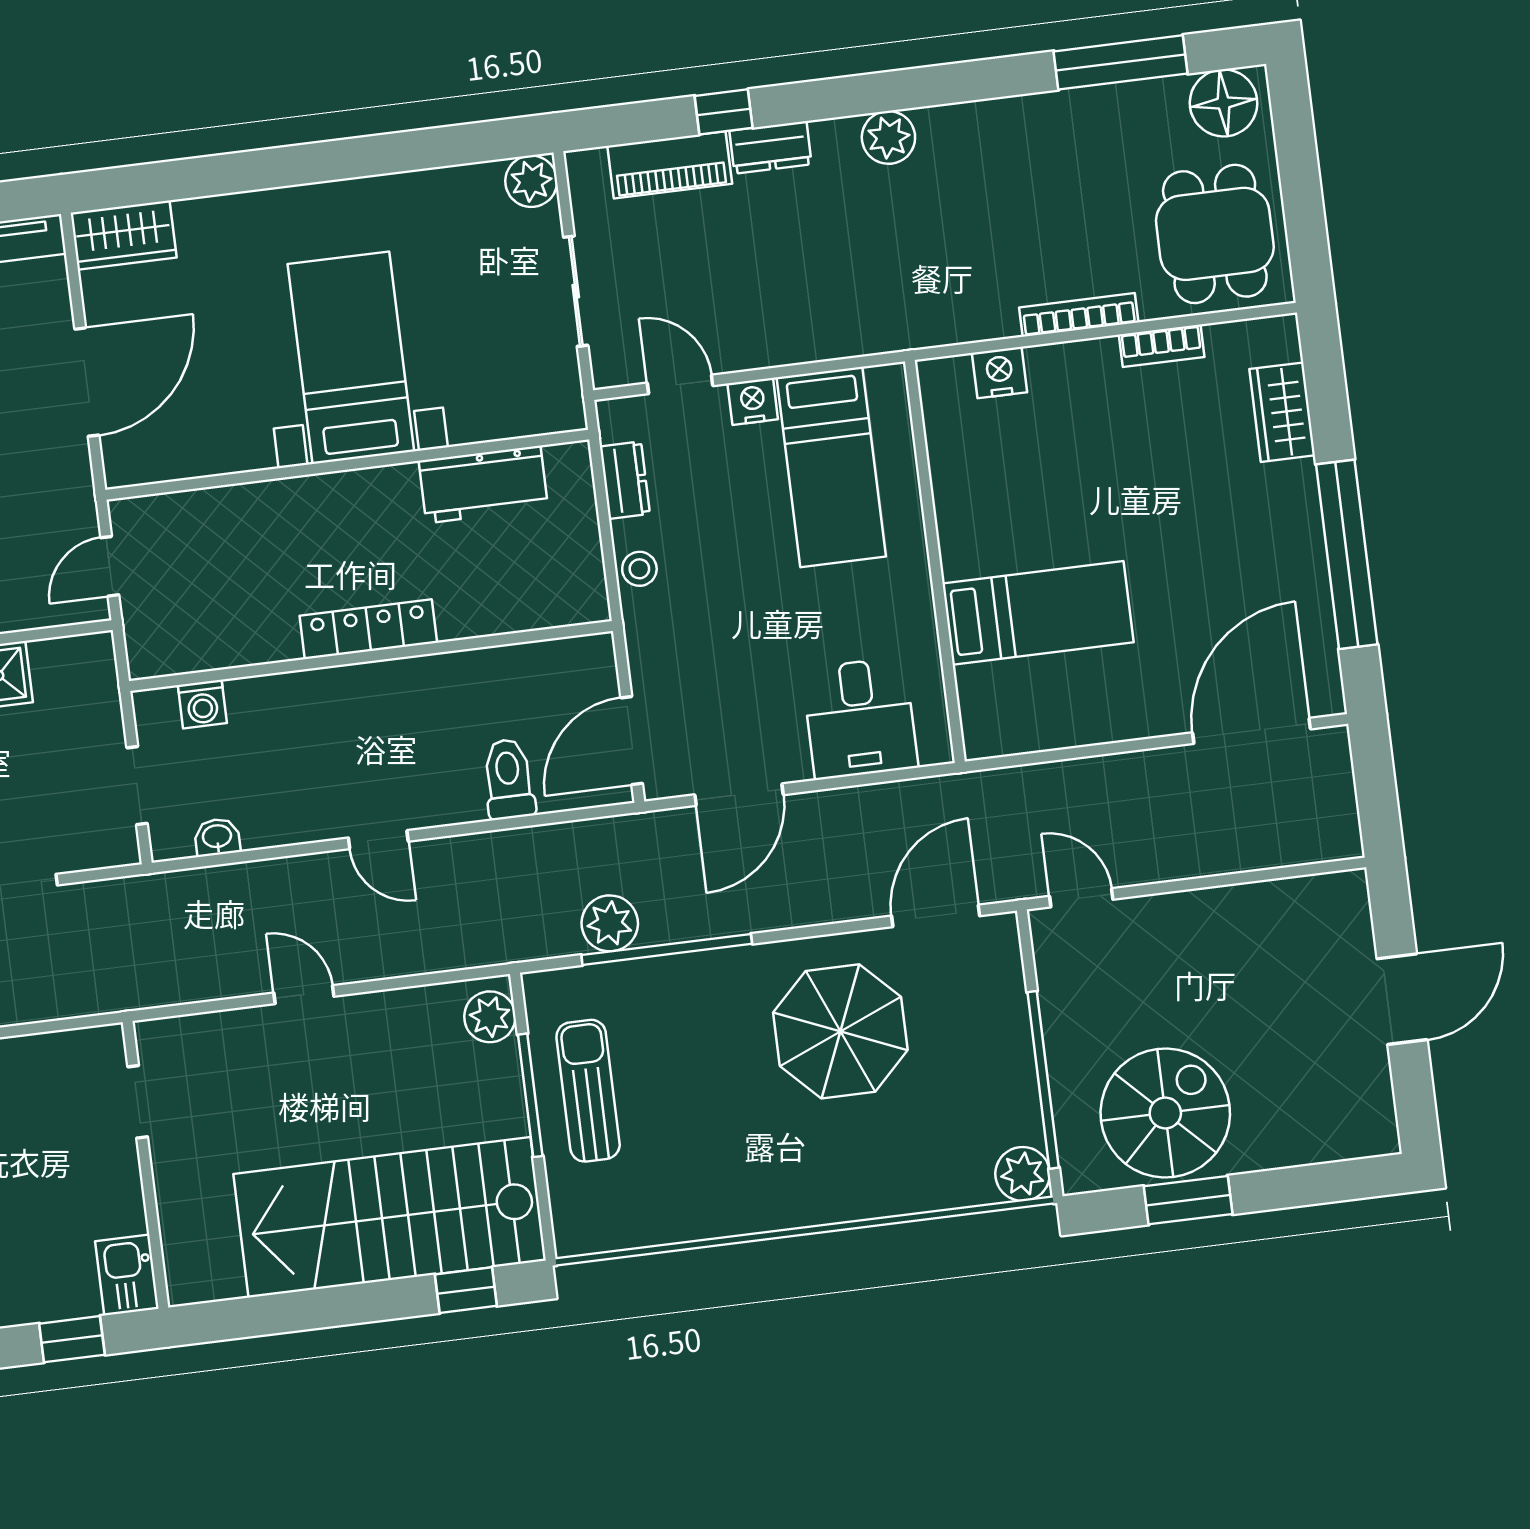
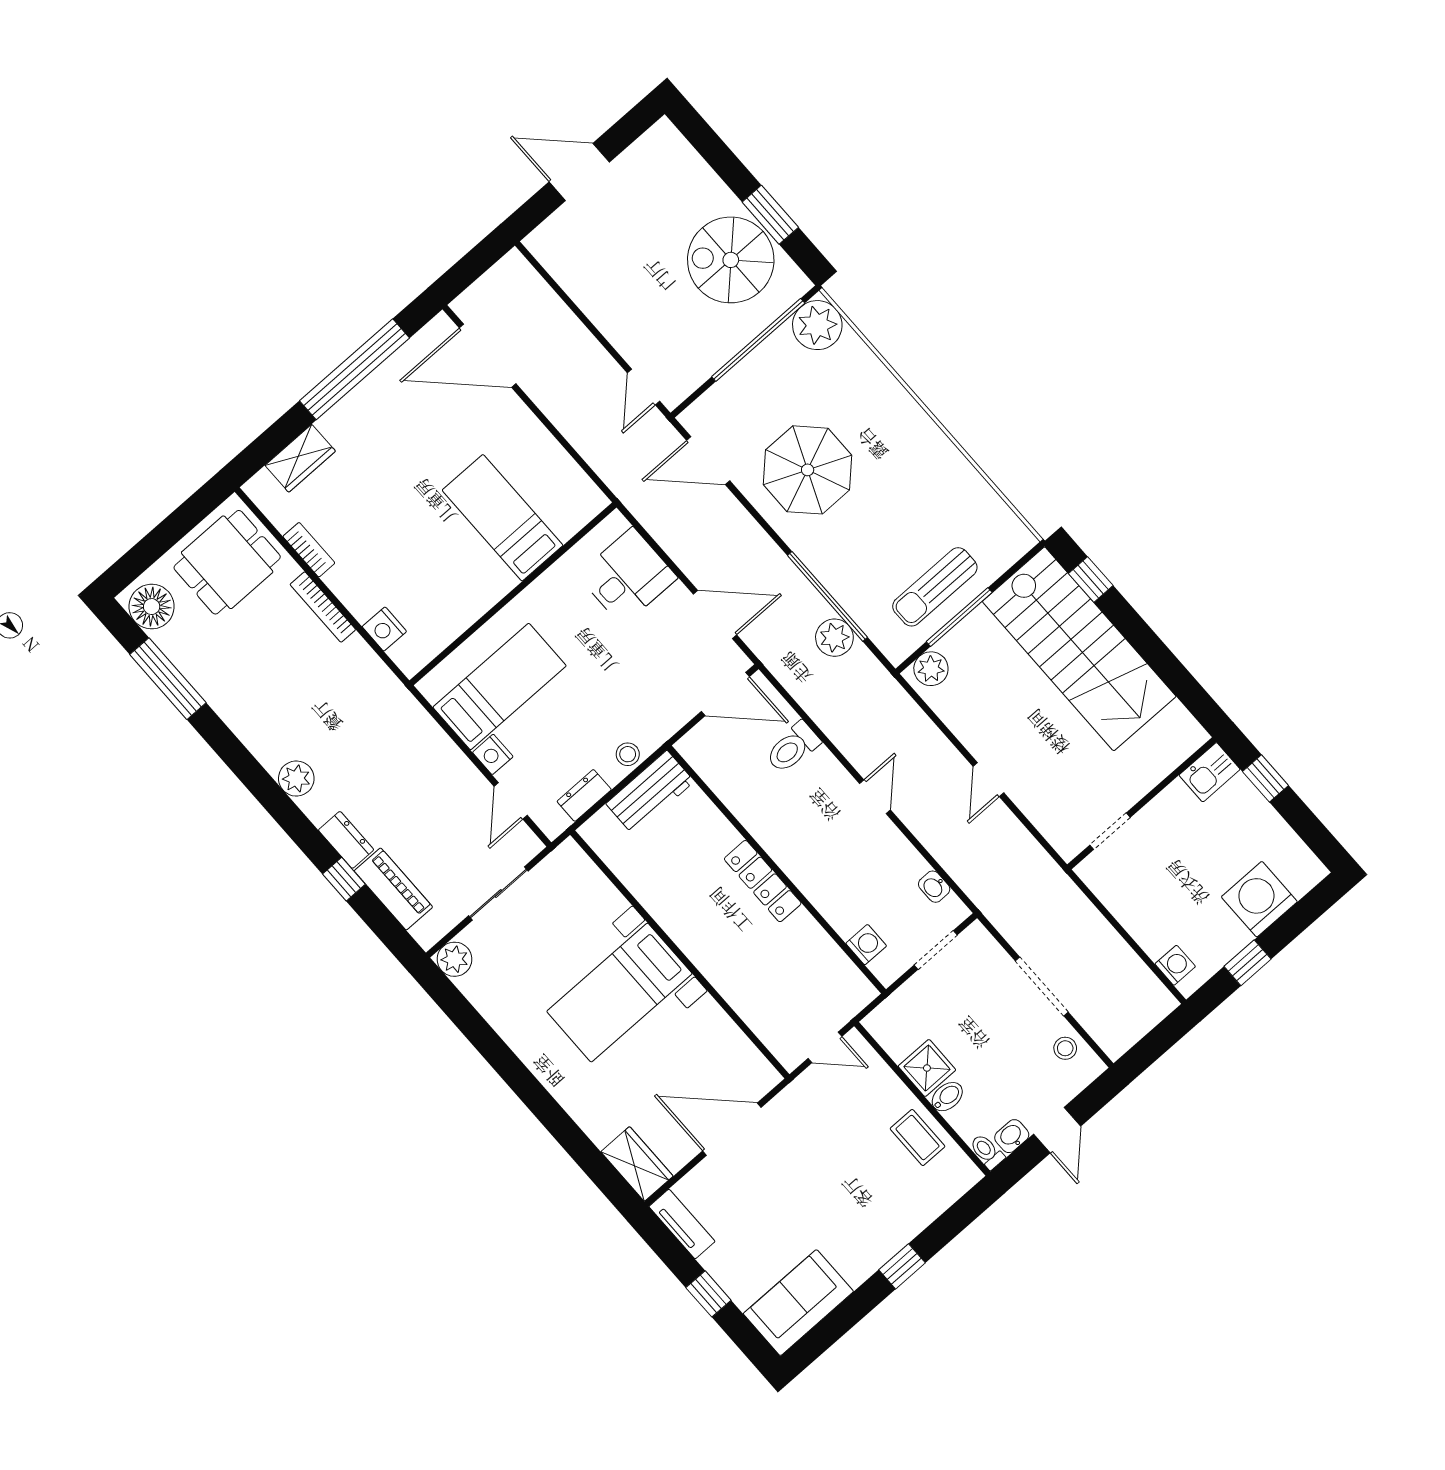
workbench: (483, 484) -> (650, 793), moved, turned 90
plant: (1023, 1174) -> (817, 325), width x1.36, depth x1.36

